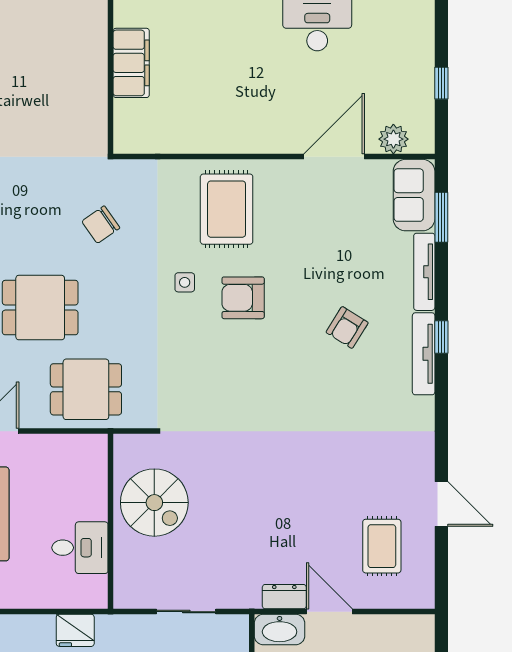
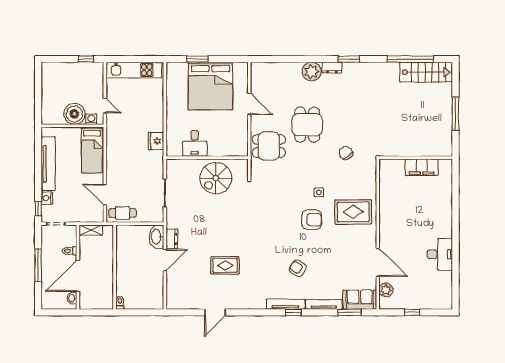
armchair: (243, 298) -> (312, 220), turned 90
dining table: (86, 389) -> (269, 146), turned 90
rug: (382, 546) -> (225, 265), moved

